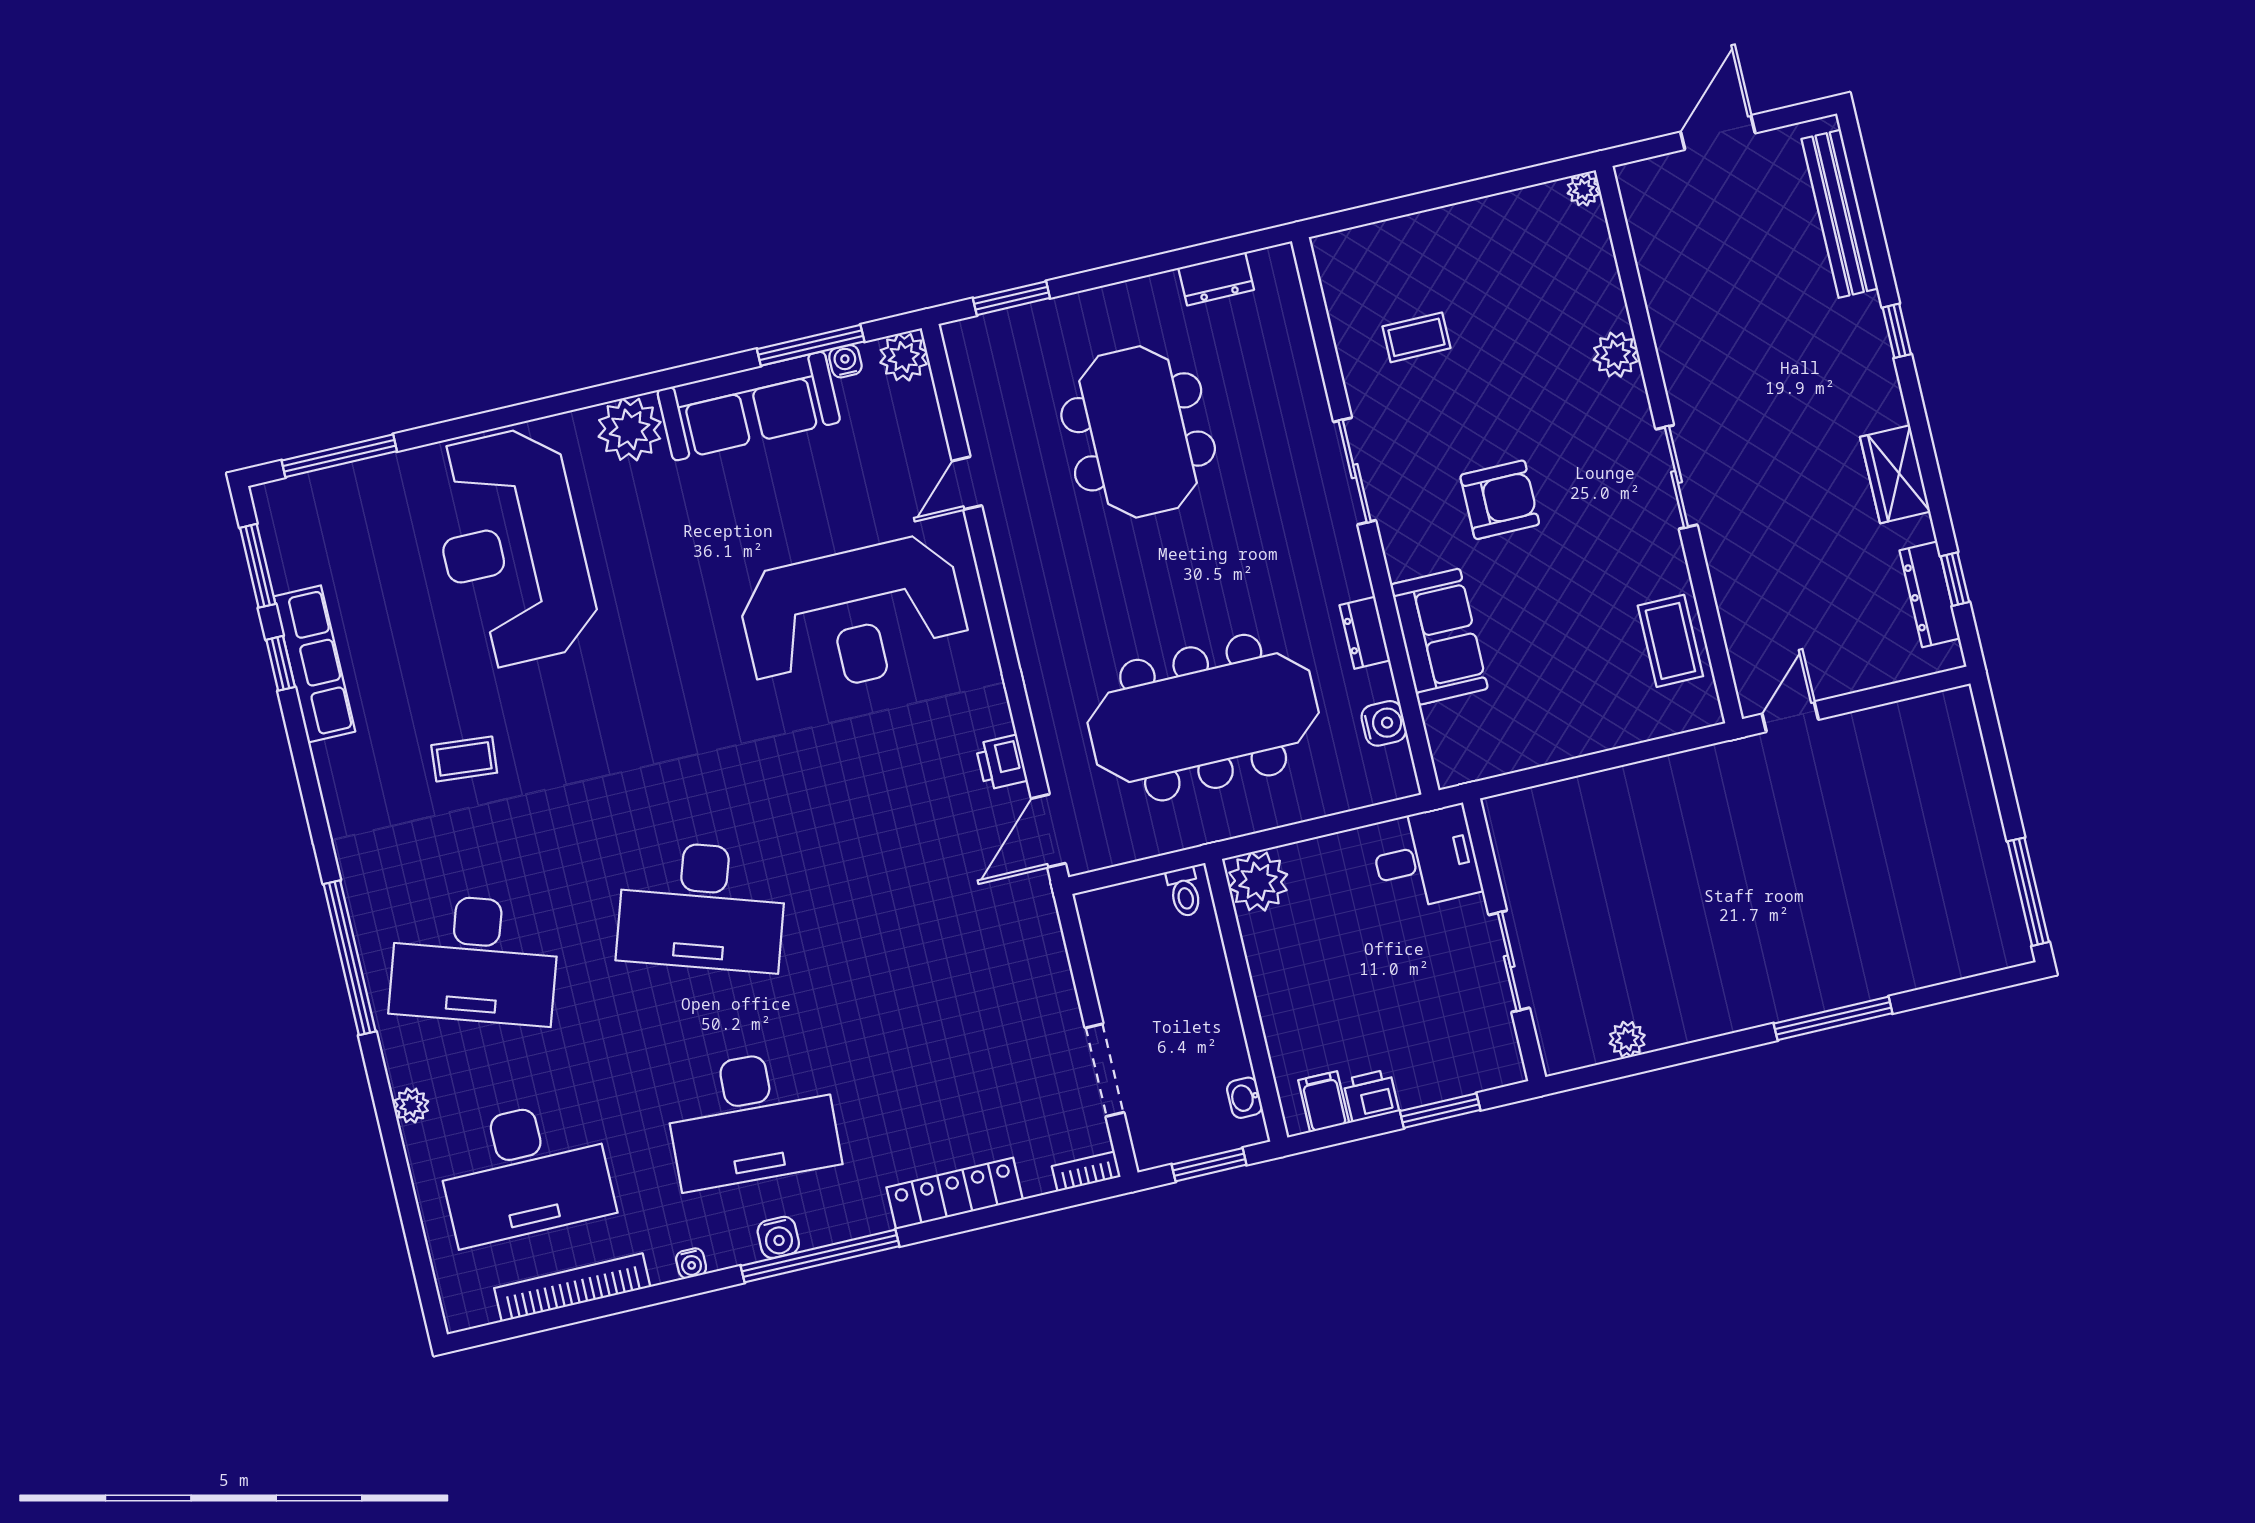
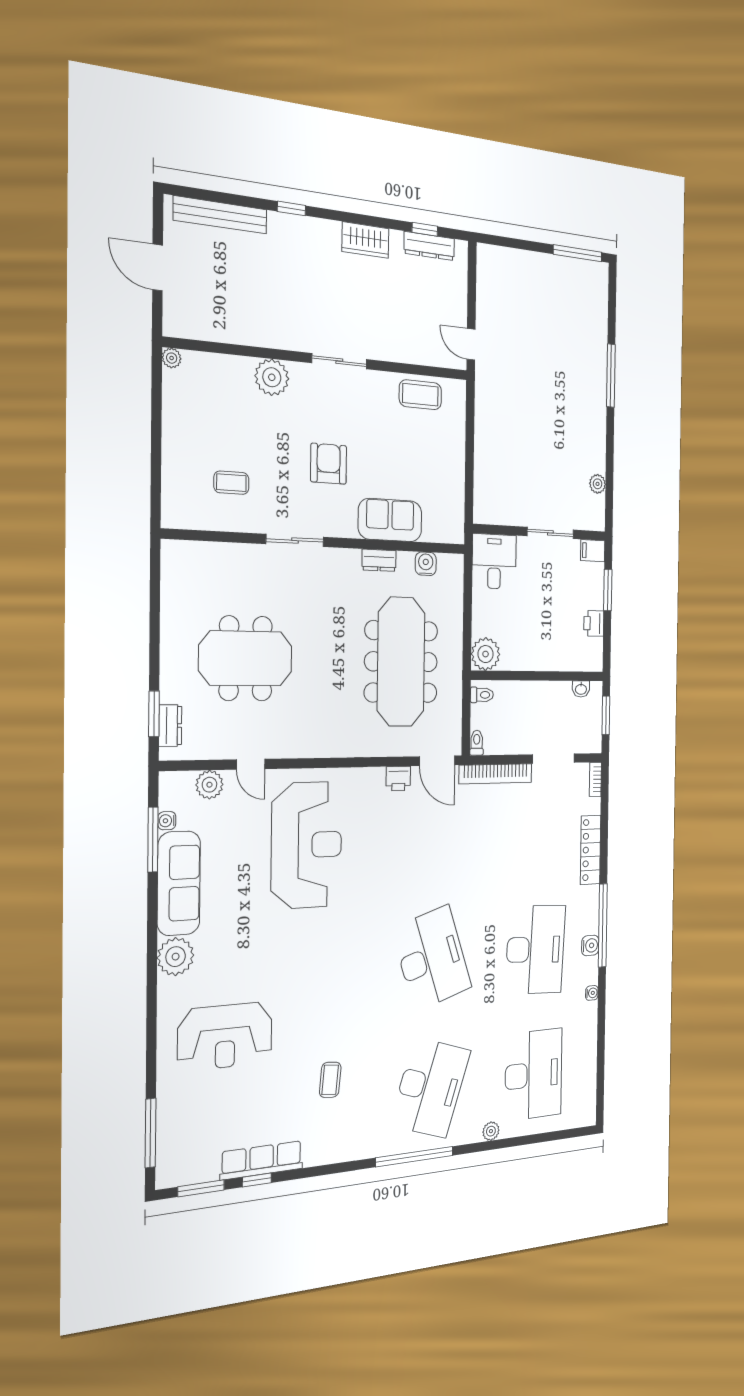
dresser: (1216, 279) -> (170, 726), moved
coffee table: (1416, 337) -> (231, 483), turned 90
plant: (1616, 355) -> (272, 377), width x1.36, depth x1.36
plant: (904, 357) -> (209, 785), moved
reception desk: (512, 548) -> (225, 1036), width x0.74, depth x0.77
toilet: (1097, 902) -> (477, 743), added
desk: (702, 906) -> (432, 958), turned -36
filing cabinet: (1324, 1102) -> (593, 551), moved
bookcase: (572, 1288) -> (496, 774), moved, turned -90

